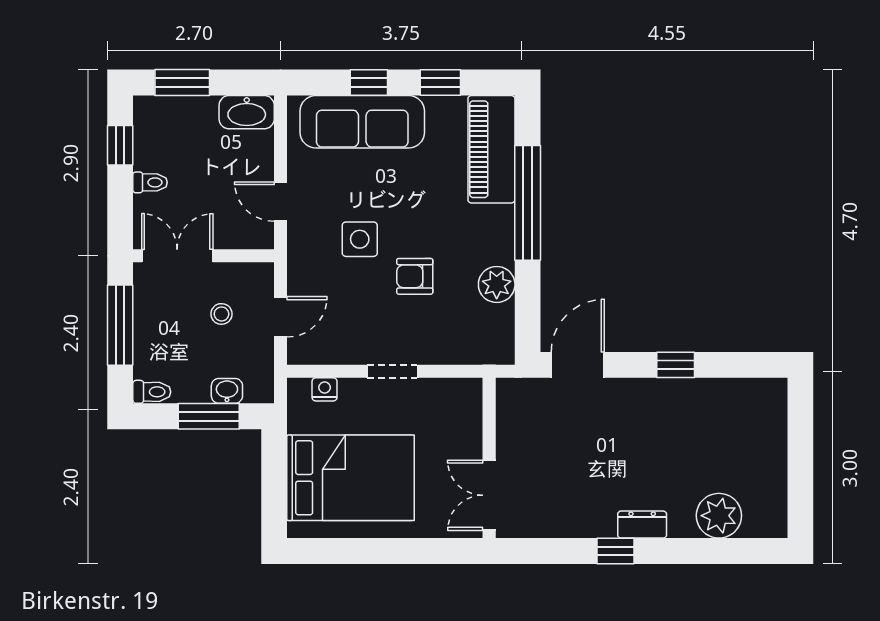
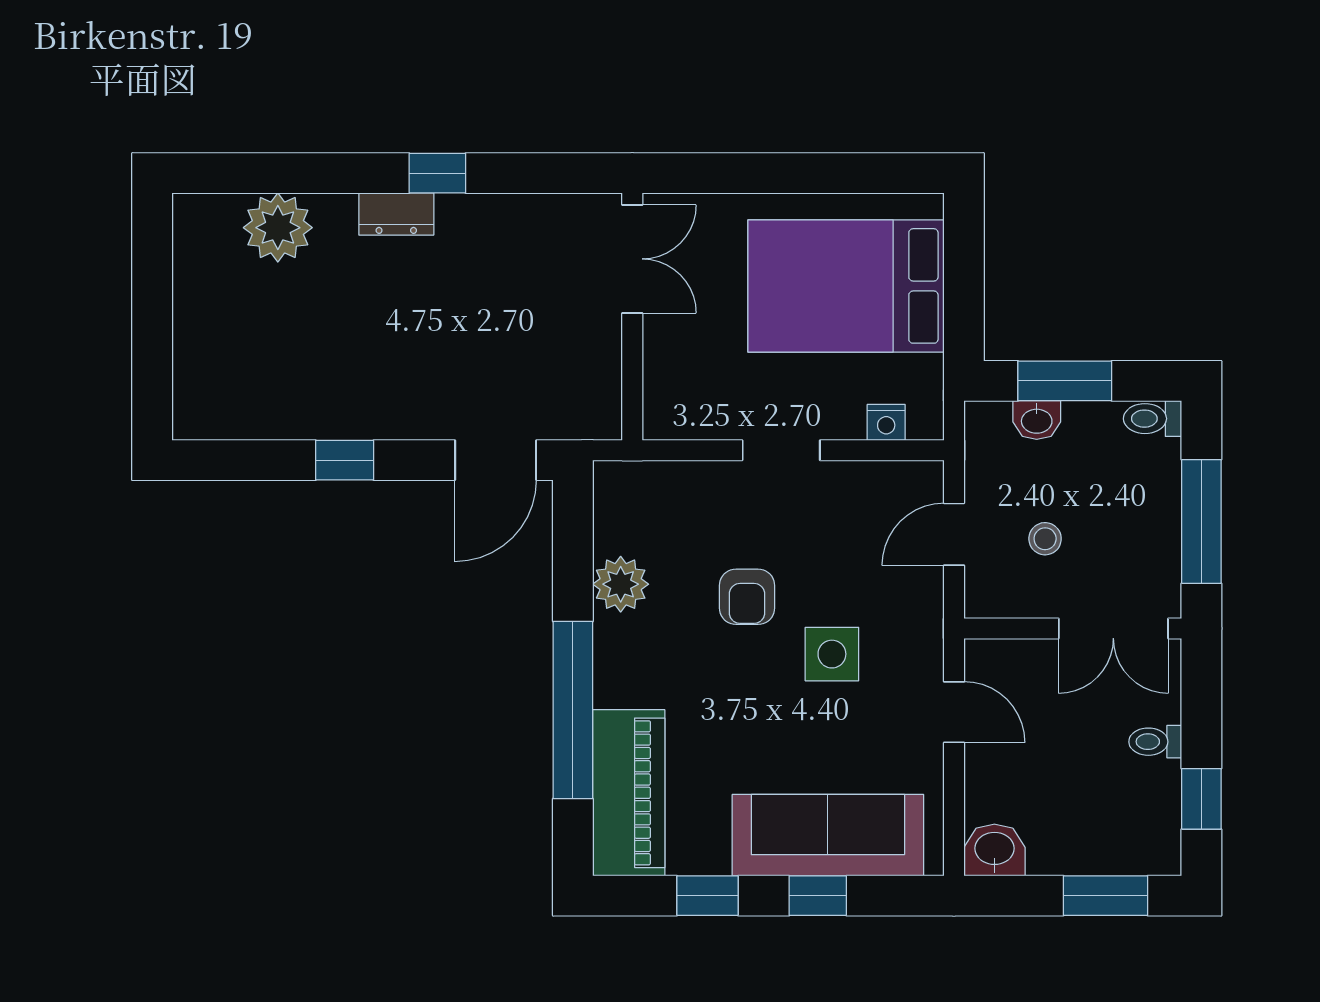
washbasin: (247, 112) -> (994, 850), width x0.72
armchair: (415, 276) -> (747, 597), turned 90

